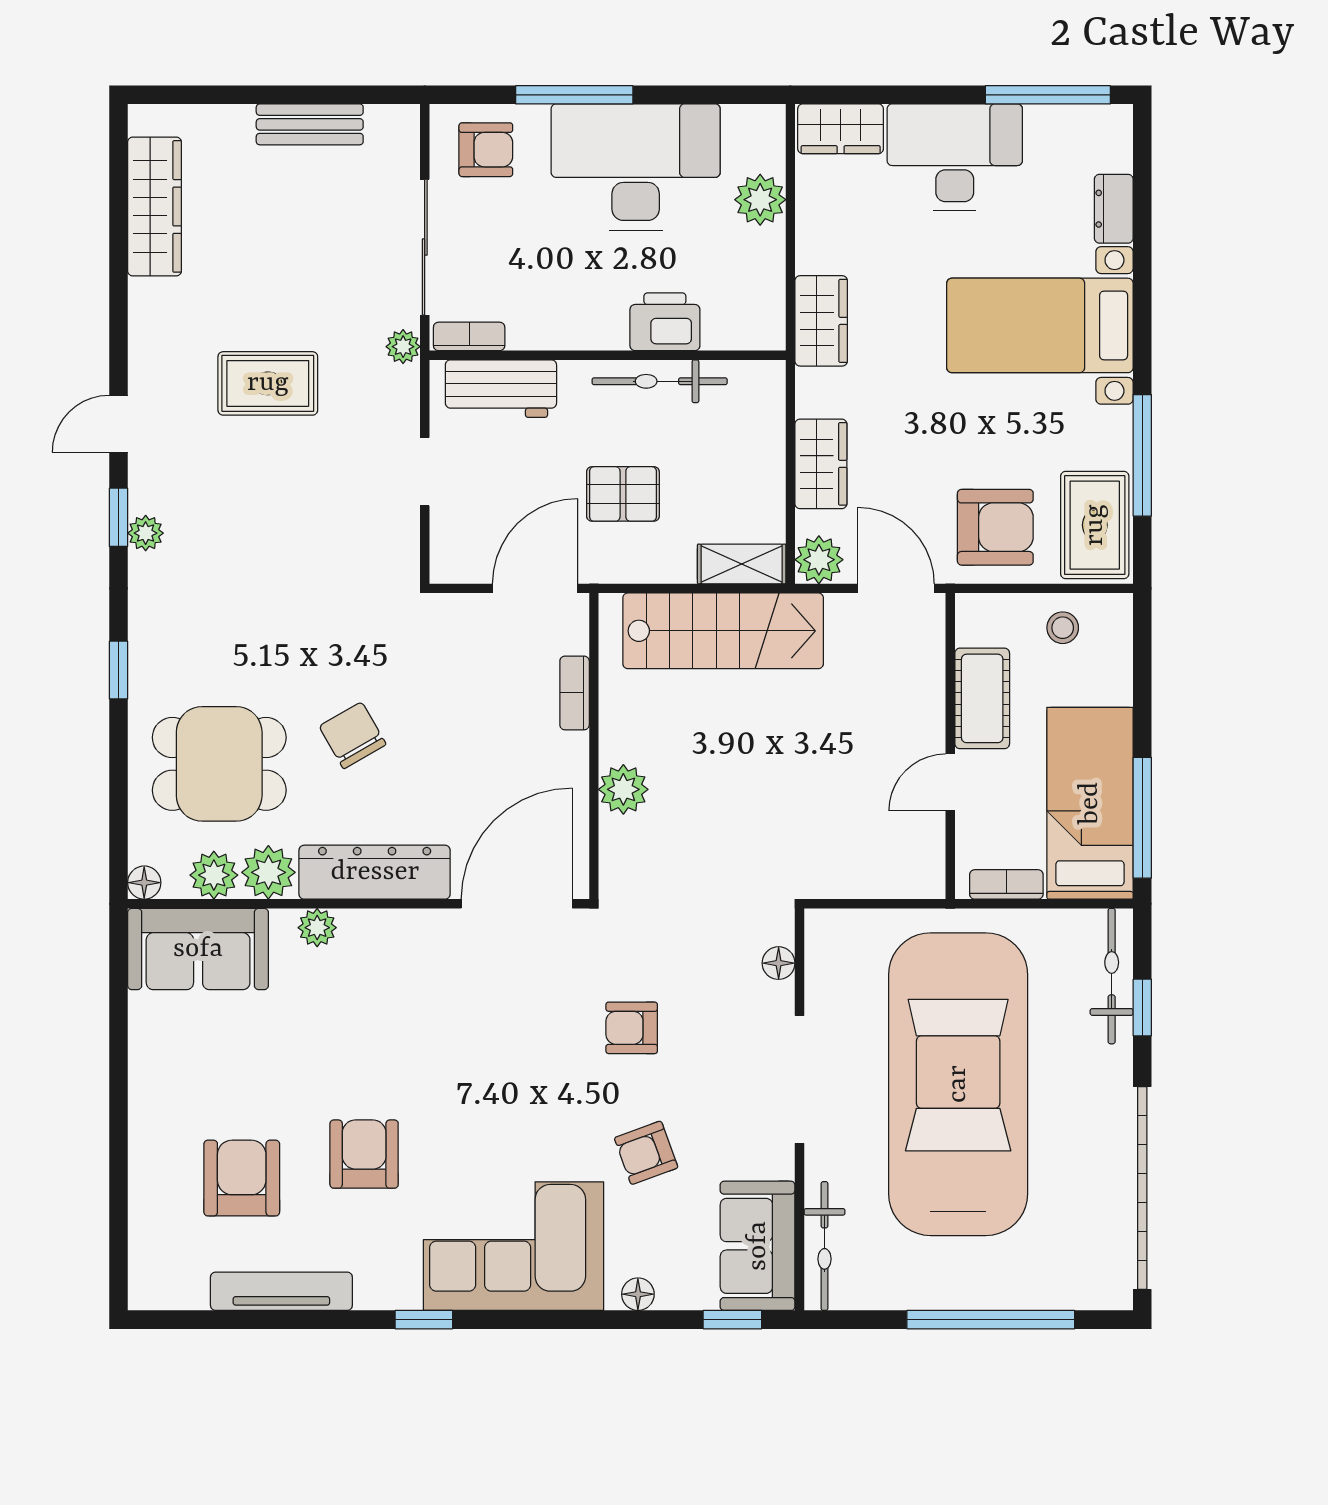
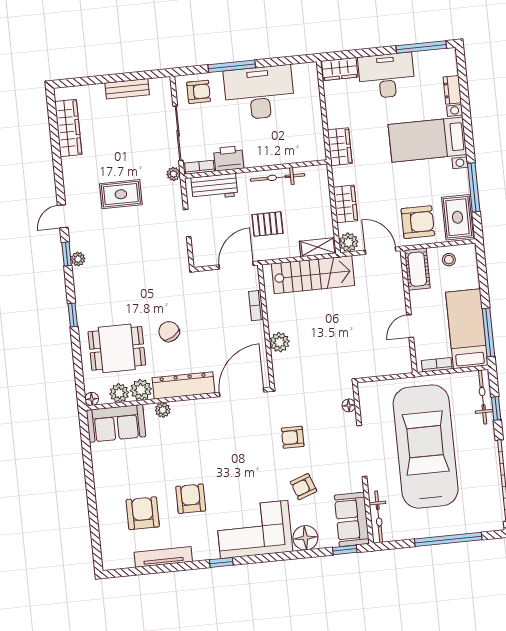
plant: (760, 200) -> (310, 101), removed
printer: (665, 322) -> (229, 158), moved
cot: (982, 698) -> (417, 269), moved
floor lamp: (638, 1294) -> (305, 538), width x1.89, depth x1.89

